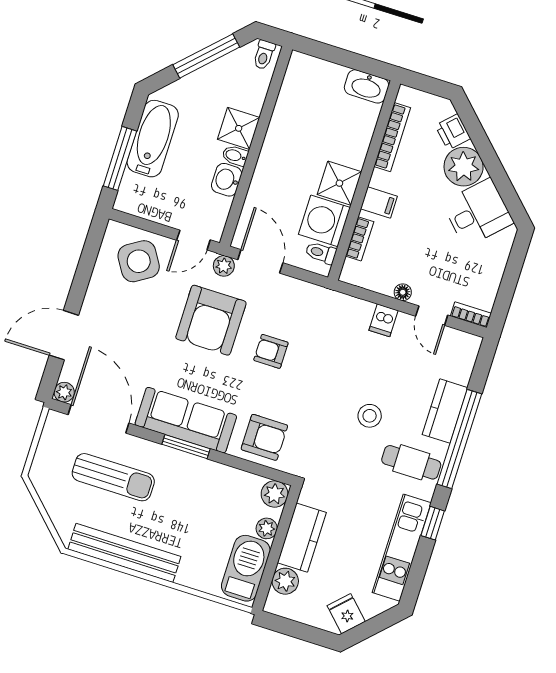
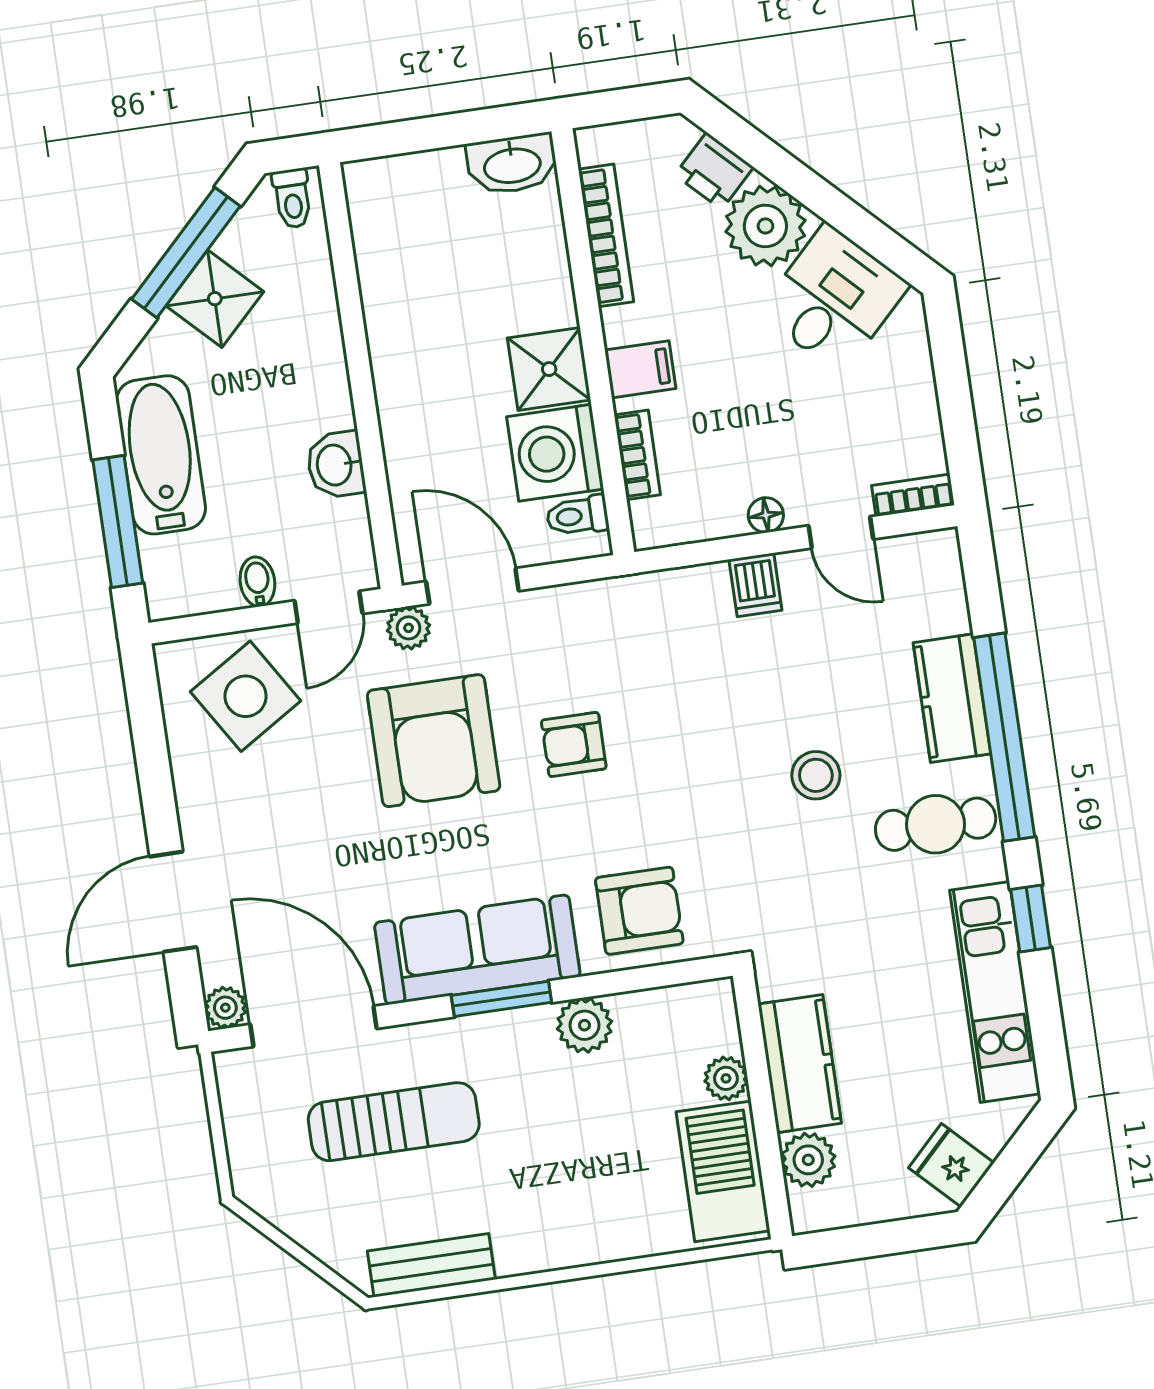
shower: (239, 128) -> (215, 299), moved, turned 45
bidet: (235, 156) -> (257, 582), moved, turned 90
plant: (275, 494) -> (584, 1025), moved
bench: (124, 553) -> (431, 1265), width x0.54, depth x0.82

